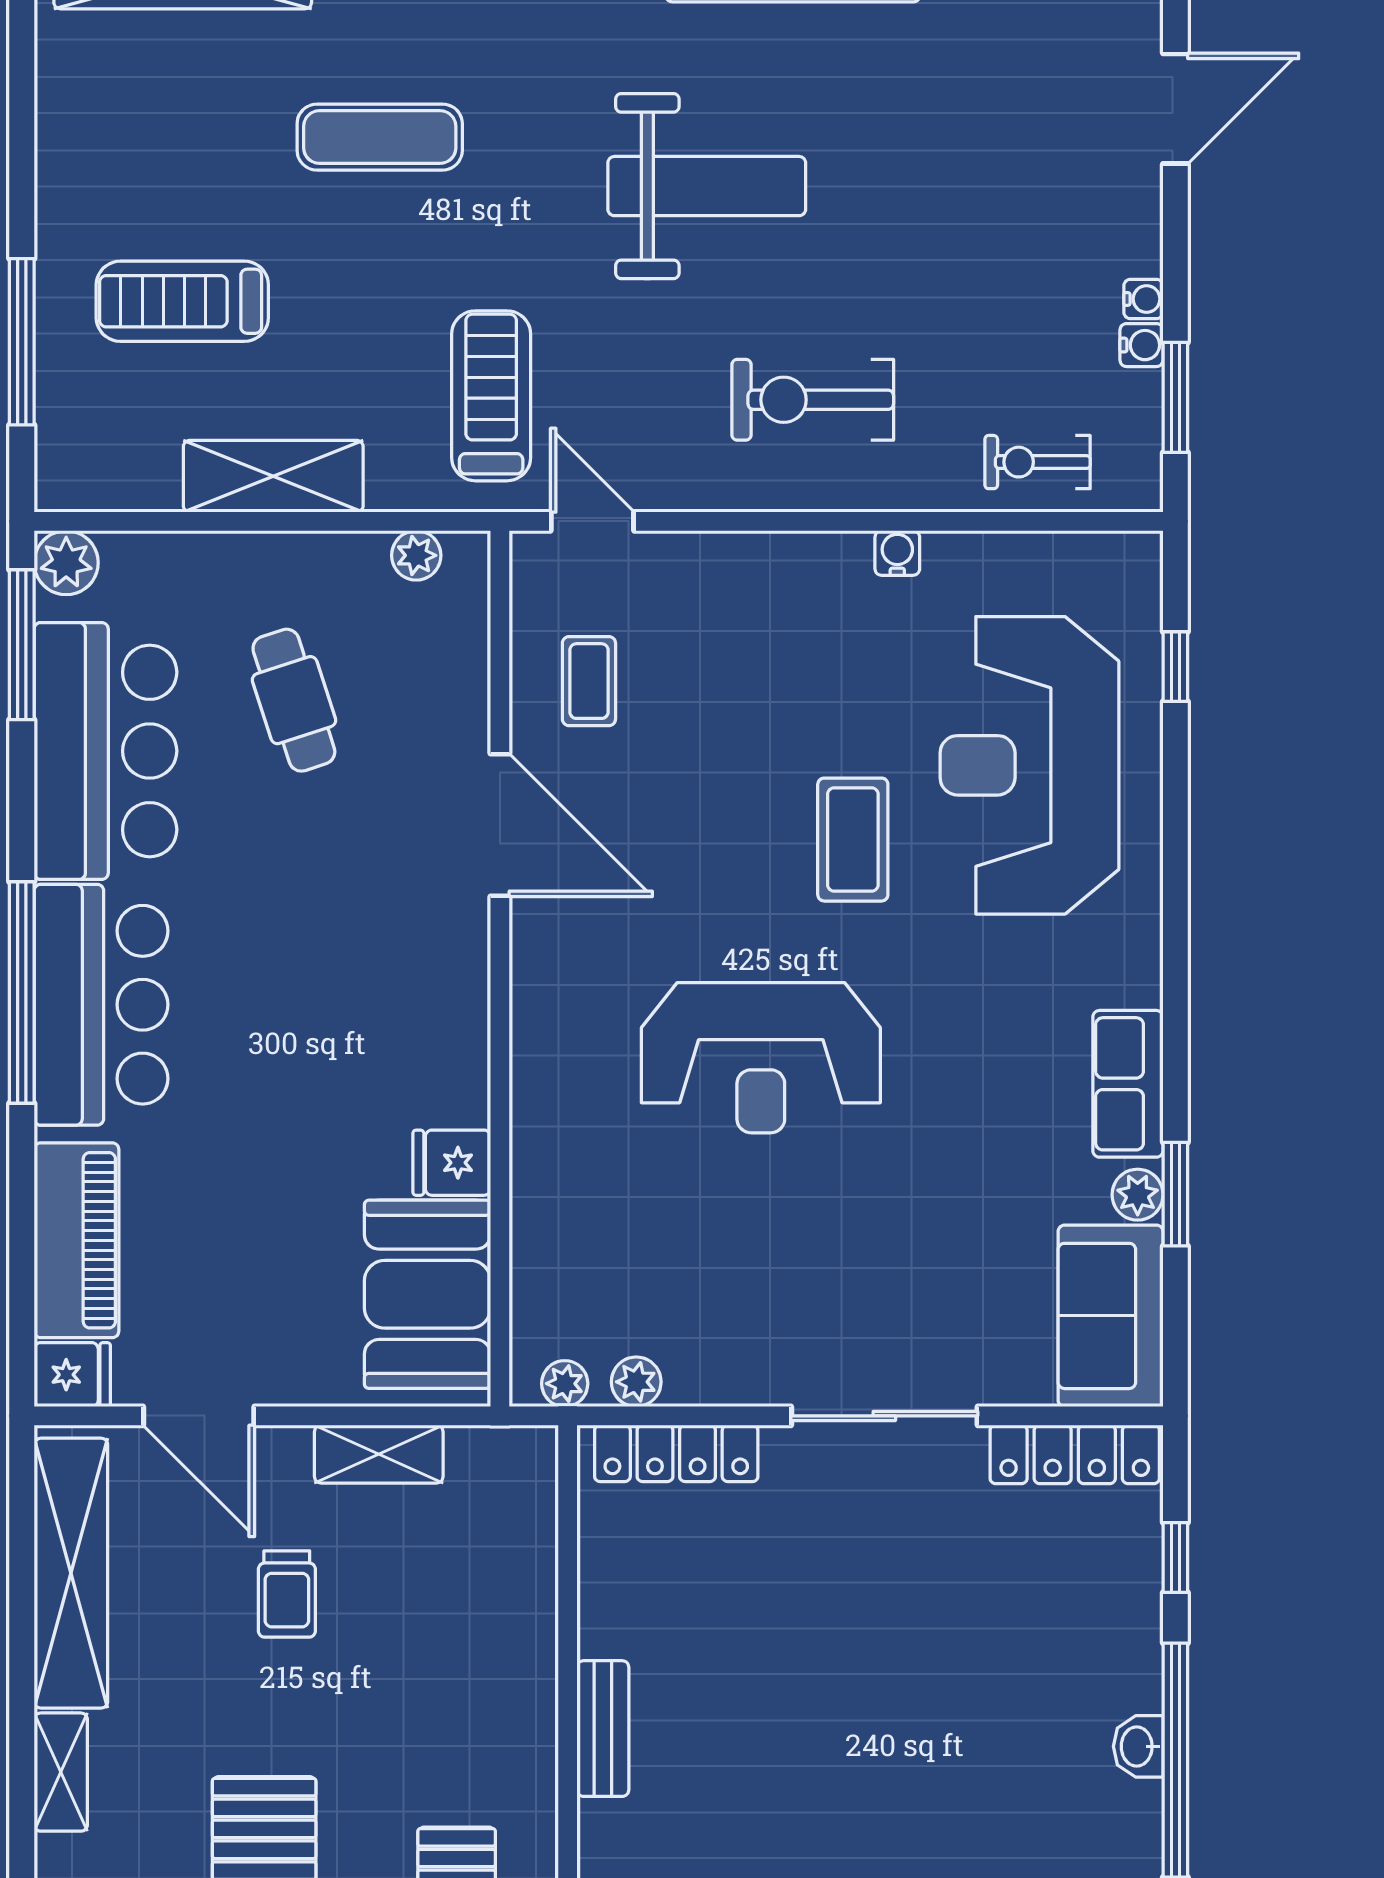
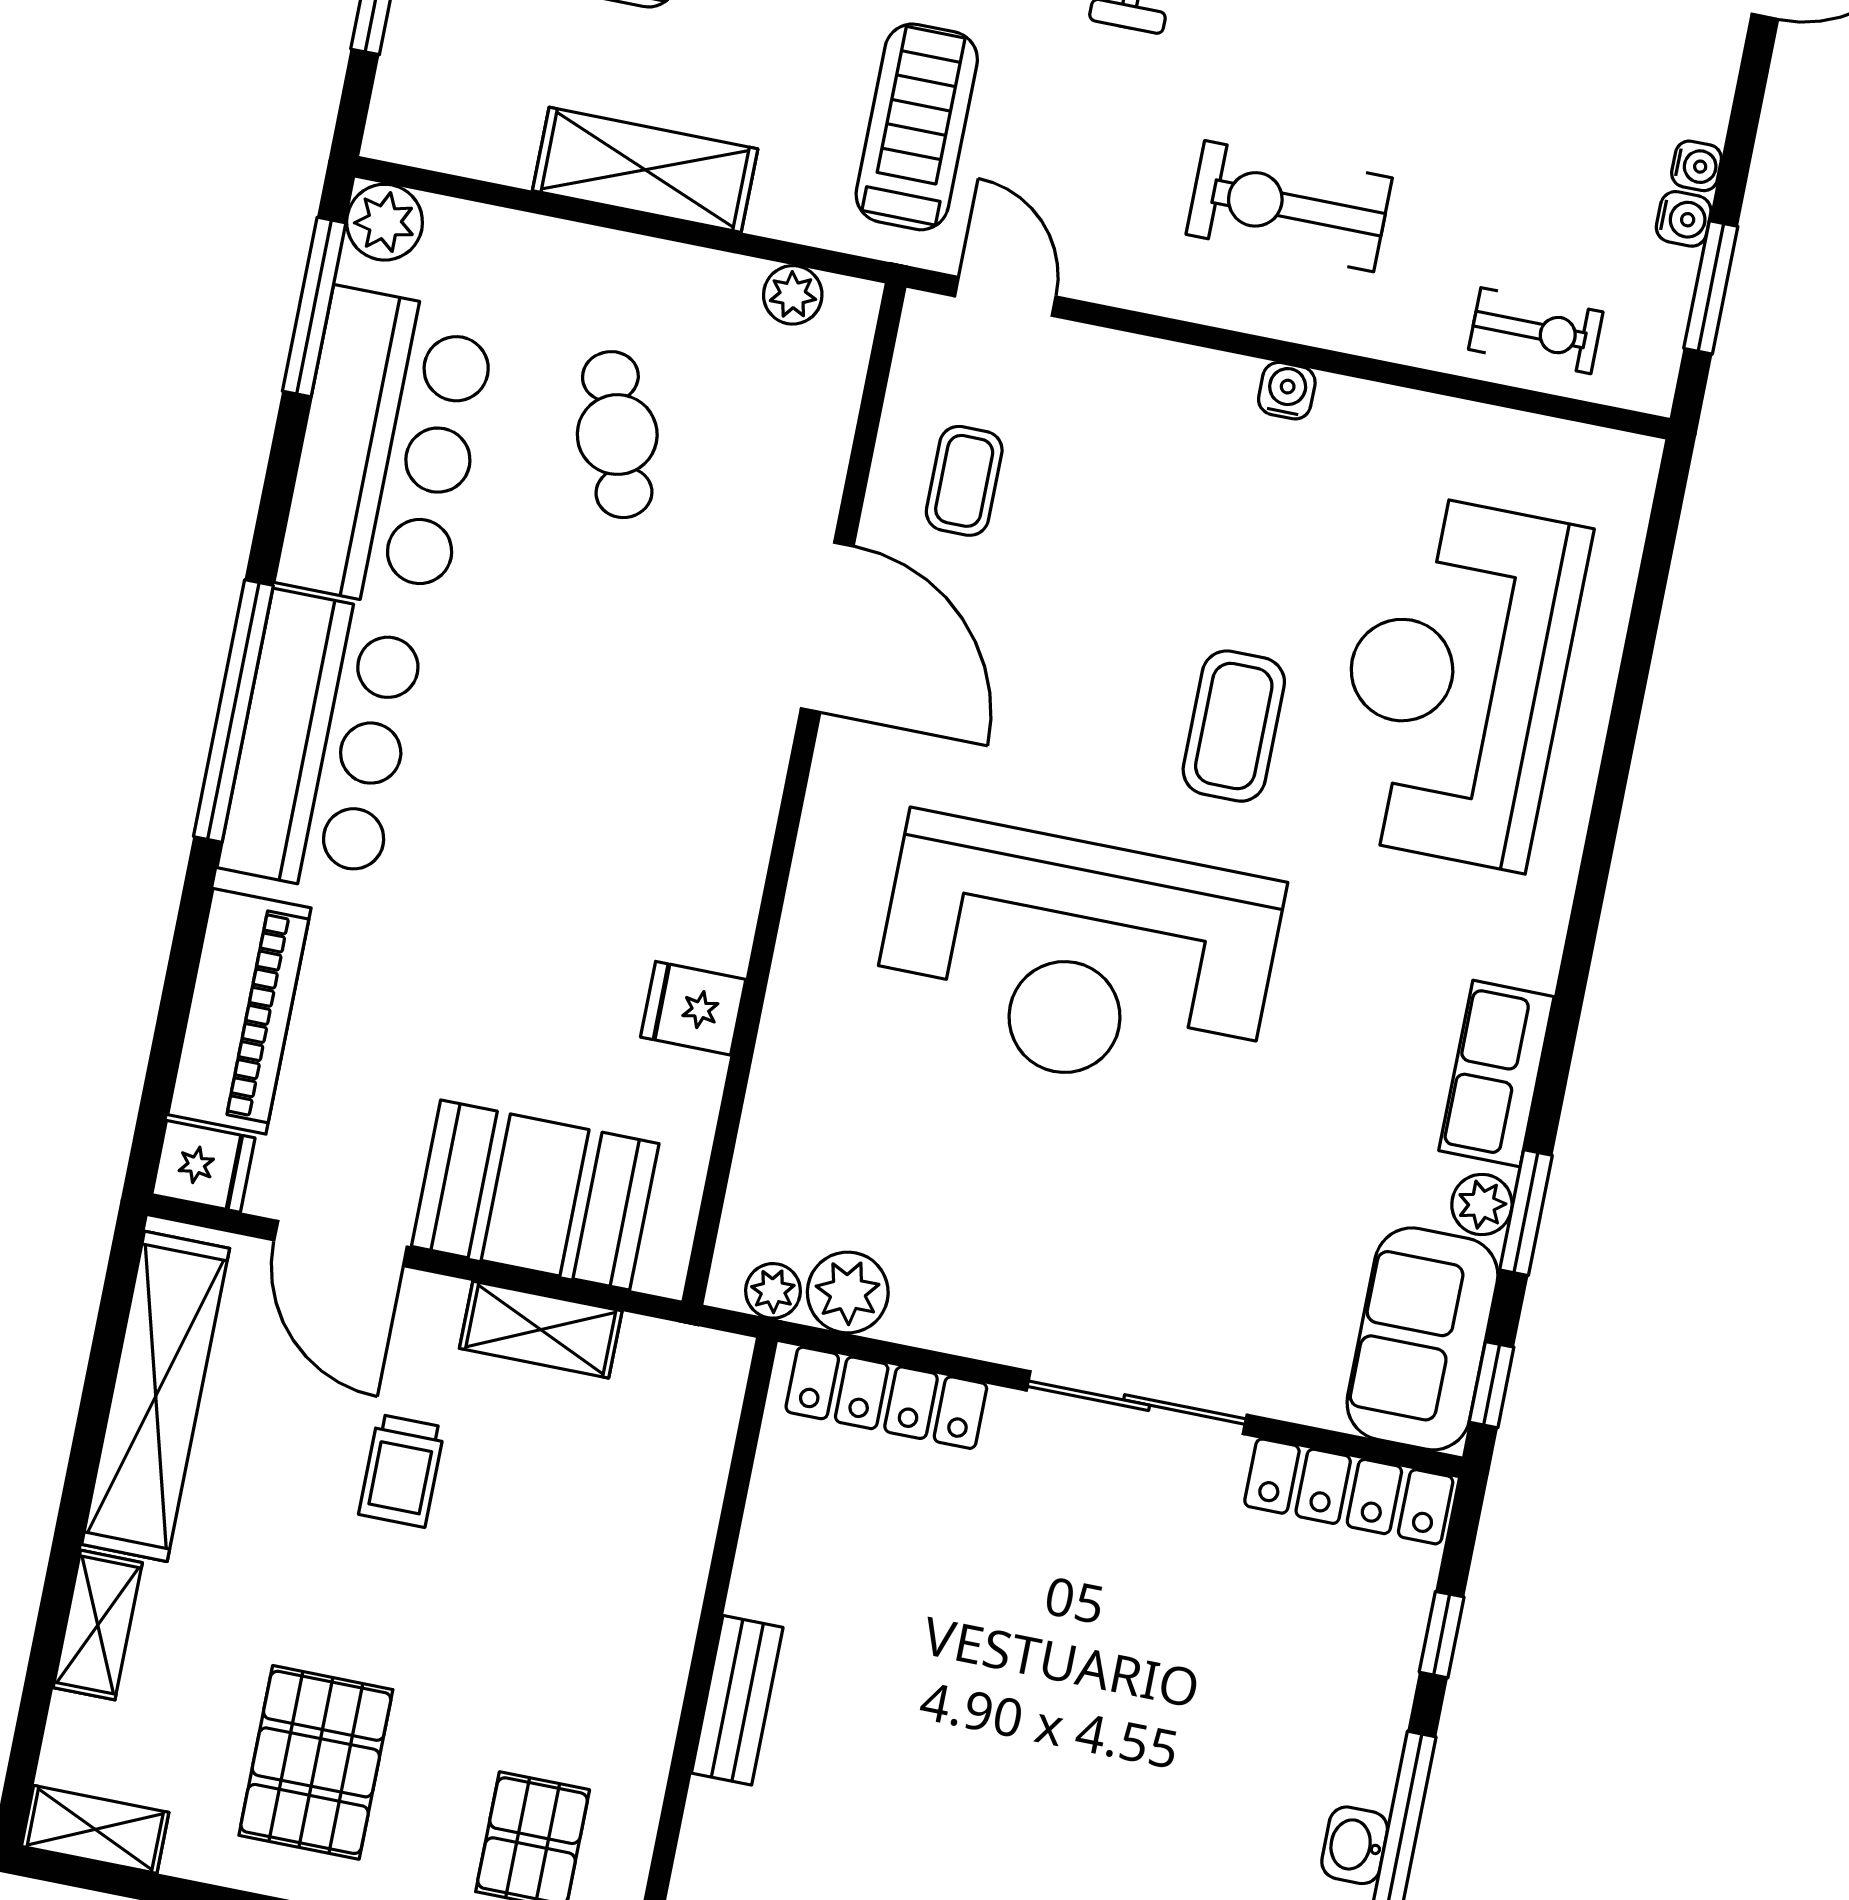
exercise bike: (1038, 462) -> (1536, 331), turned 180
water cooler: (897, 553) -> (1287, 391), moved
window: (1175, 667) -> (1492, 1385), moved
reception desk: (761, 1058) -> (1076, 958), width x1.36, depth x1.30
booth: (428, 1294) -> (535, 1195), moved, turned 90
plant: (636, 1382) -> (848, 1292), width x1.38, depth x1.38

